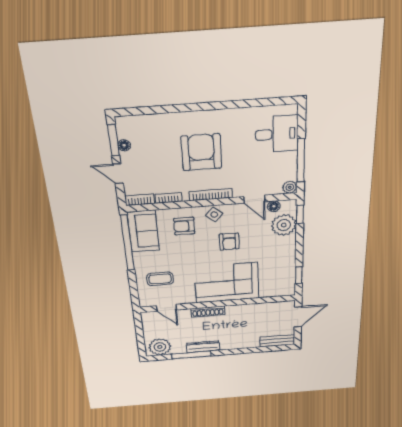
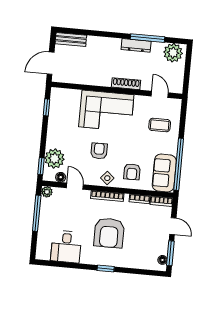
window: (199, 107) -> (106, 268), added
desk: (277, 134) -> (66, 247), moved, turned -90
floor lamp: (124, 145) -> (162, 260), moved
armchair: (184, 226) -> (132, 172), turned 90

